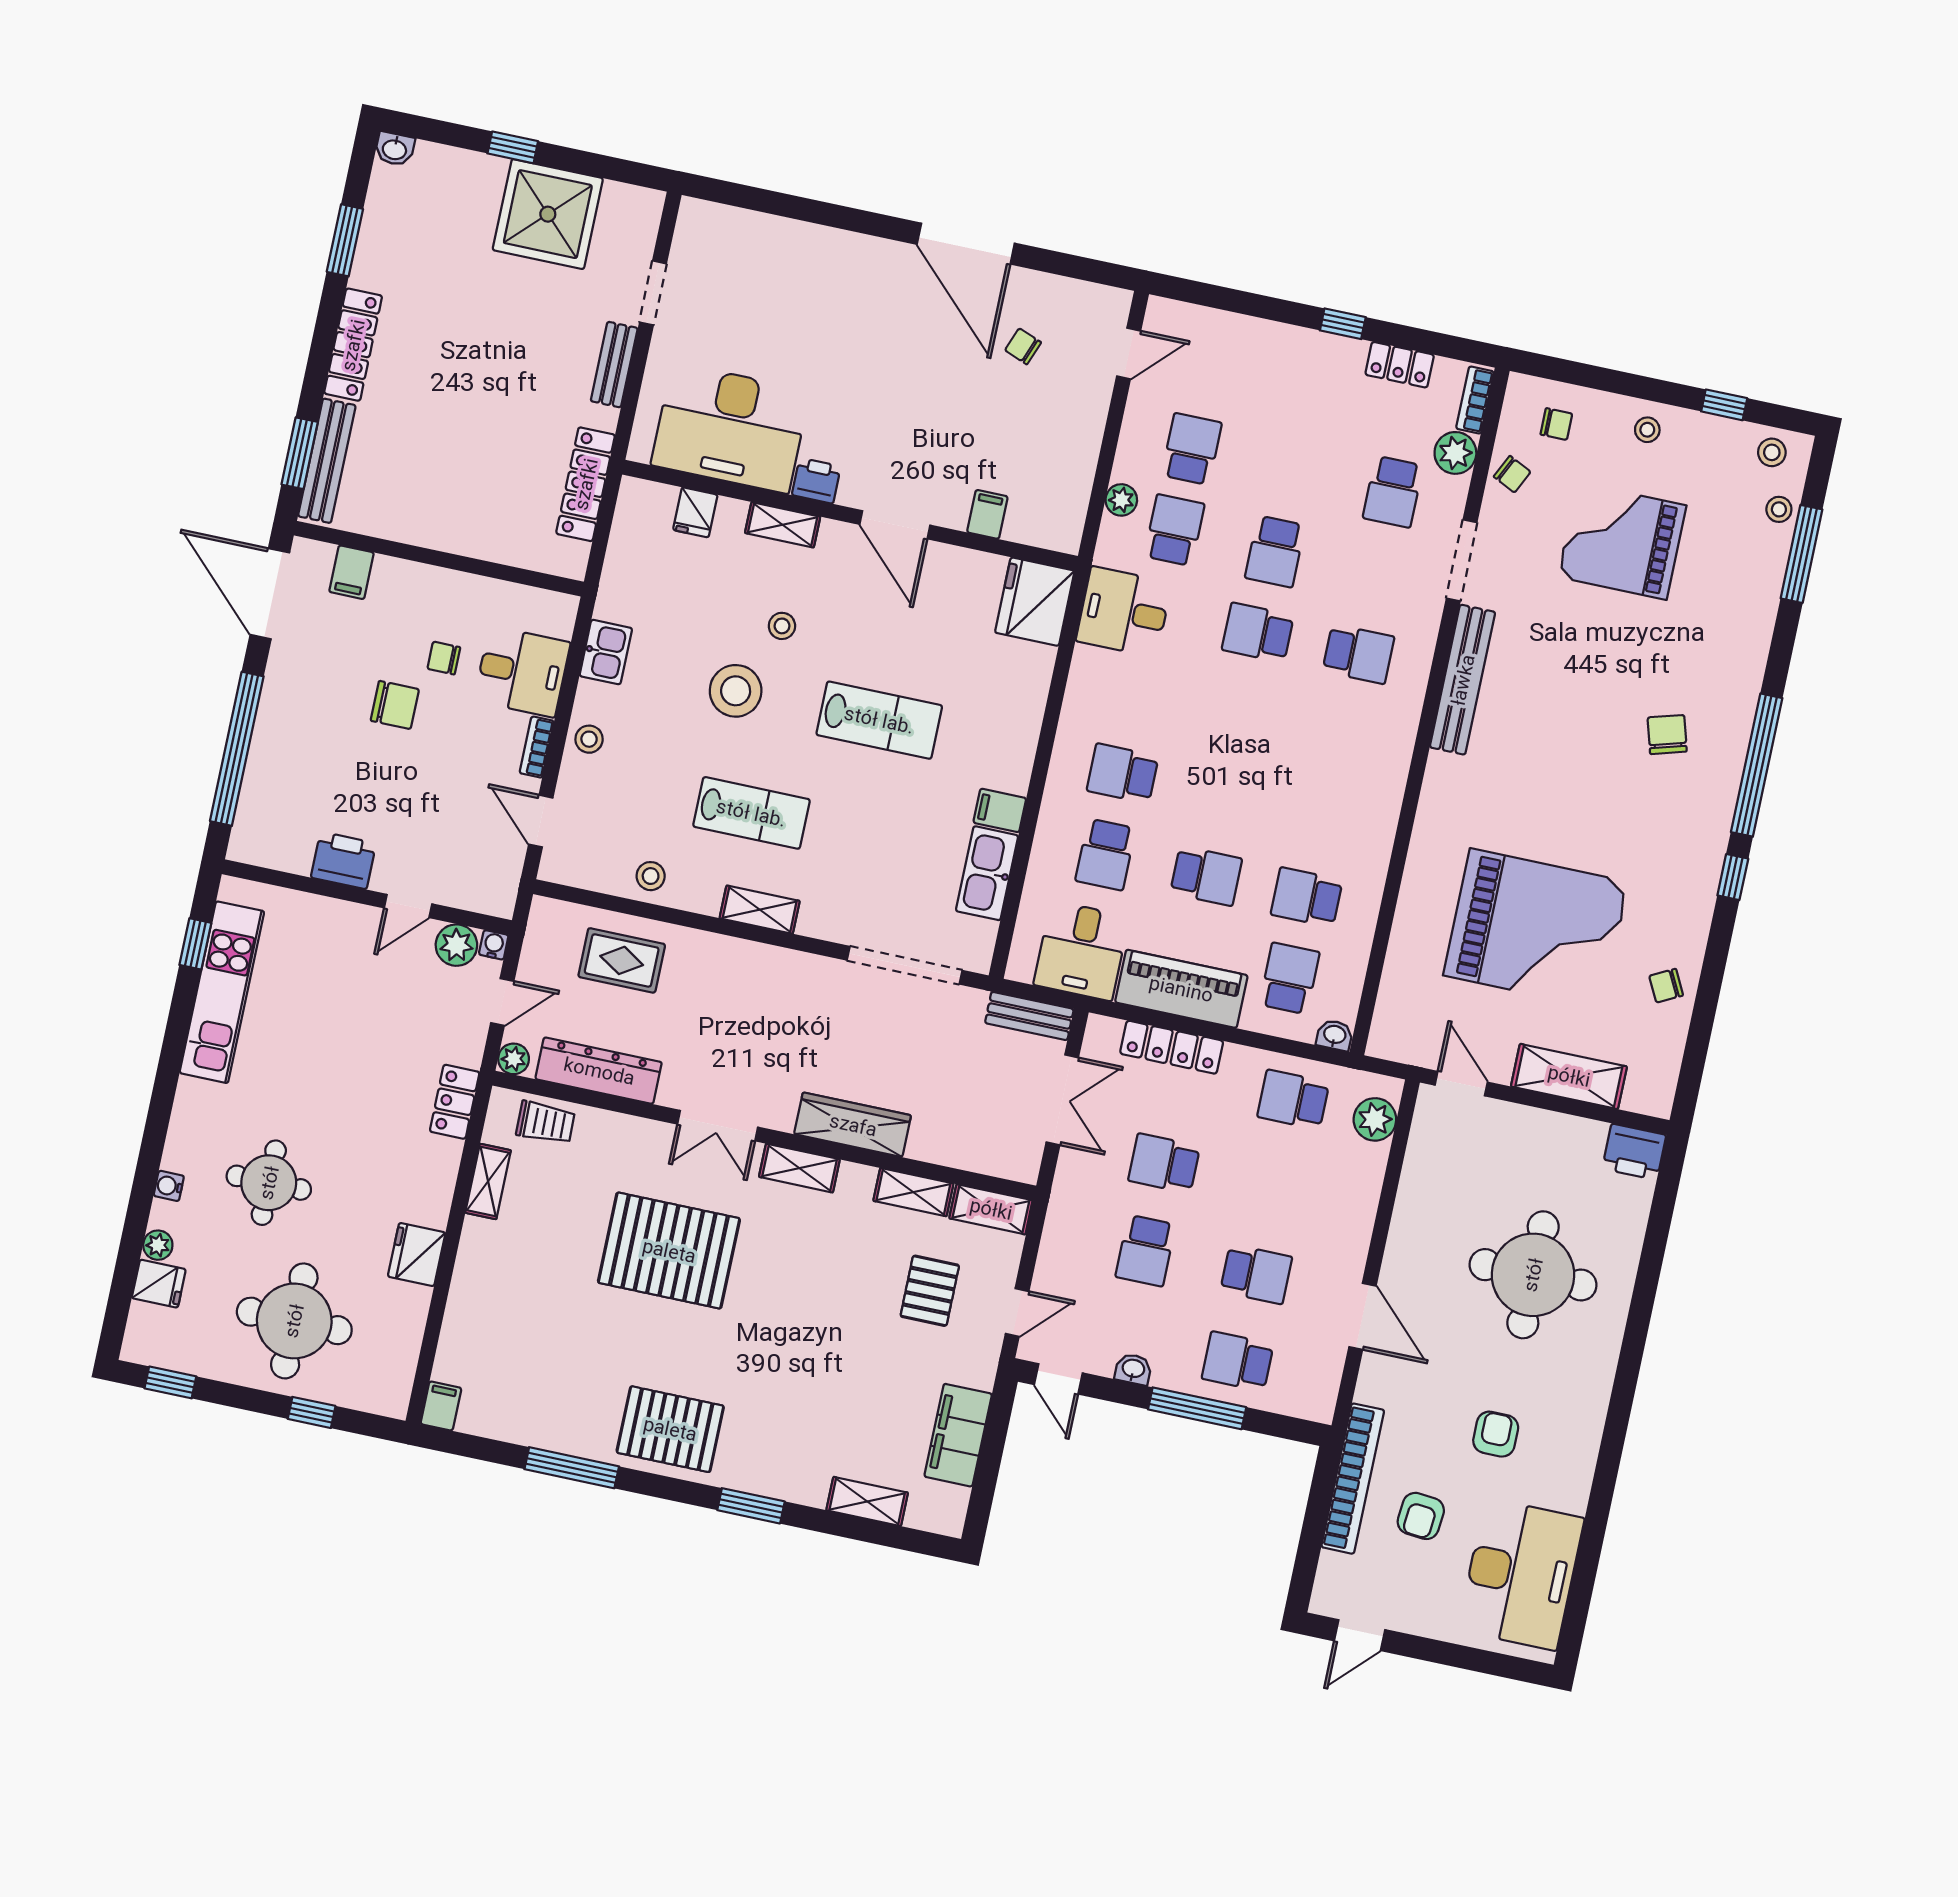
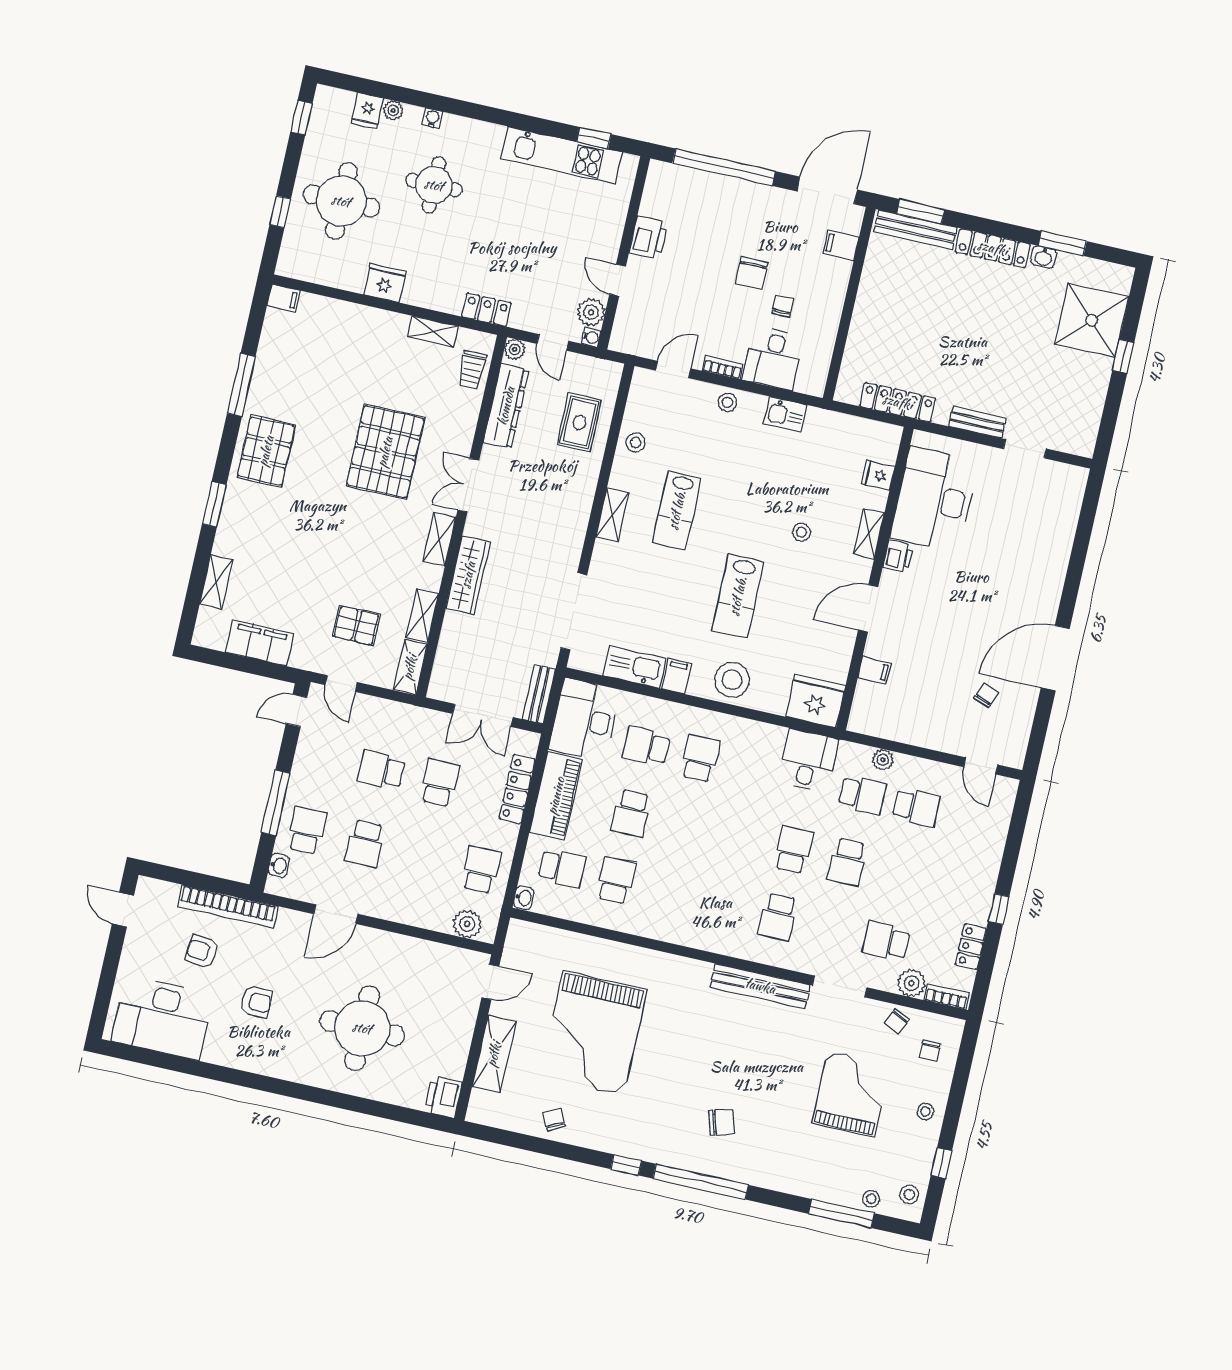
washbasin: (395, 149) -> (1043, 257), moved, turned -90
shower: (548, 214) -> (1092, 320), moved
school desk: (1275, 551) -> (847, 862), turned -90
stool: (736, 691) -> (732, 680), moved
desk: (1081, 951) -> (584, 720), width x1.37
washbasin: (1133, 1369) -> (279, 865), moved

